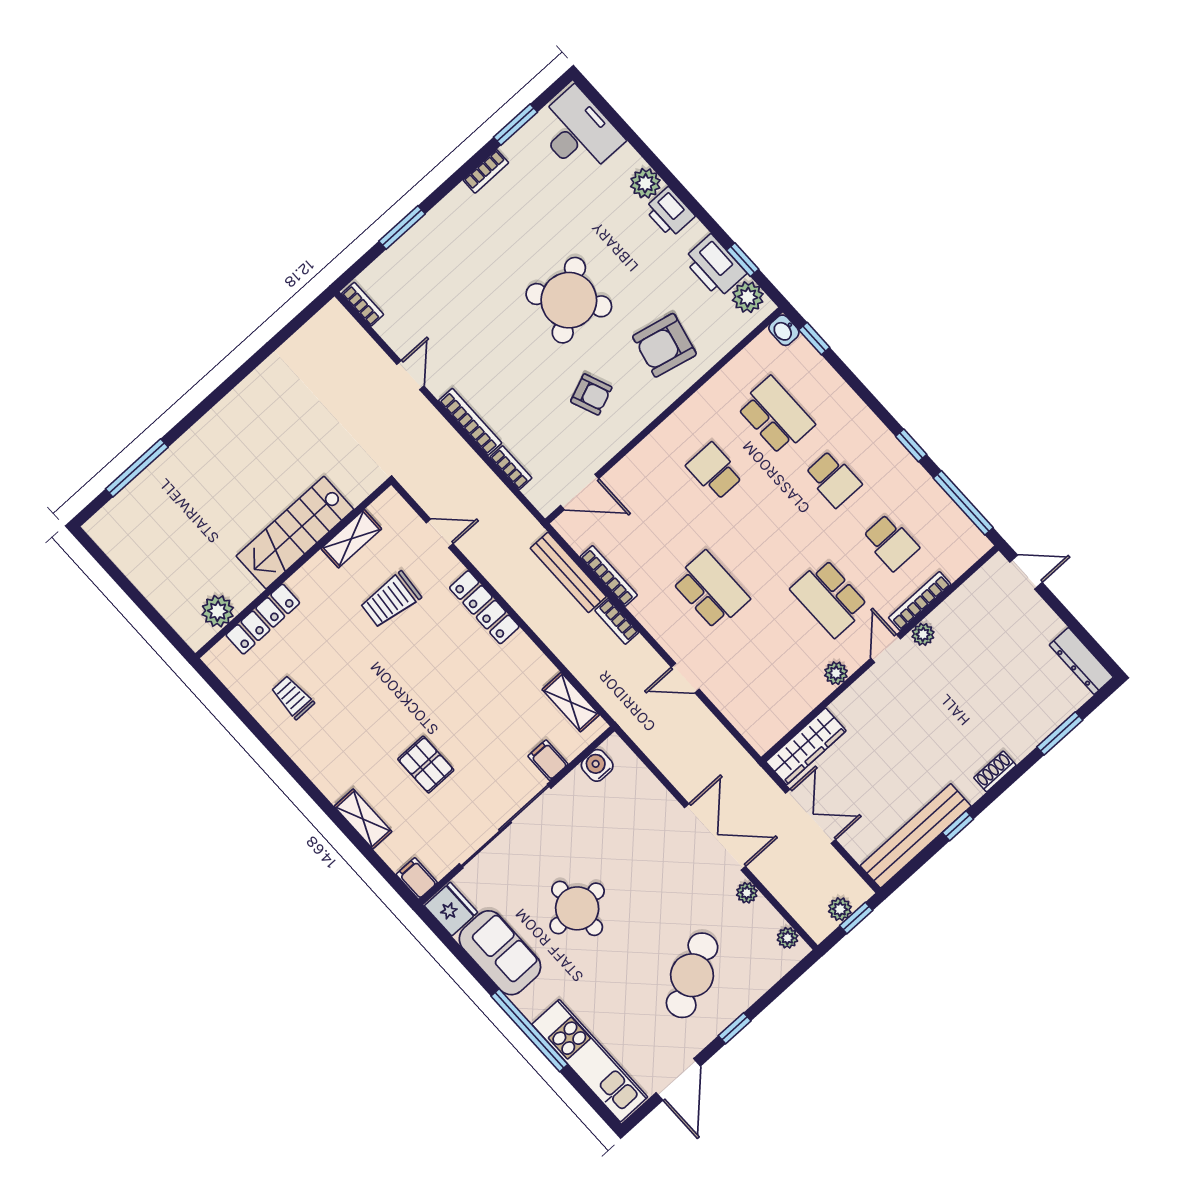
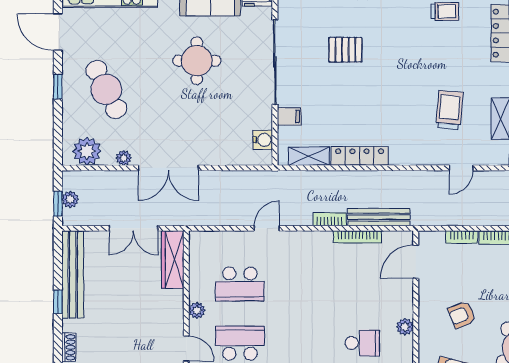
plant: (657, 442) -> (405, 327), added
school desk: (711, 590) -> (240, 284), moved
locker: (484, 607) -> (360, 156), moved
plant: (788, 938) -> (87, 151), width x1.87, depth x1.87

